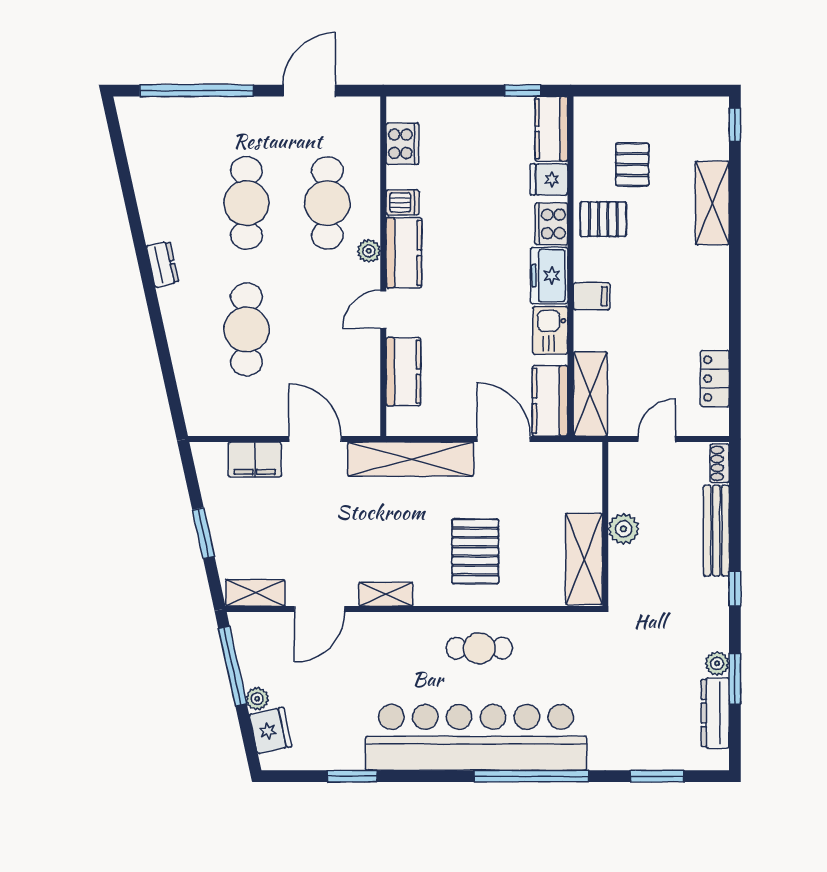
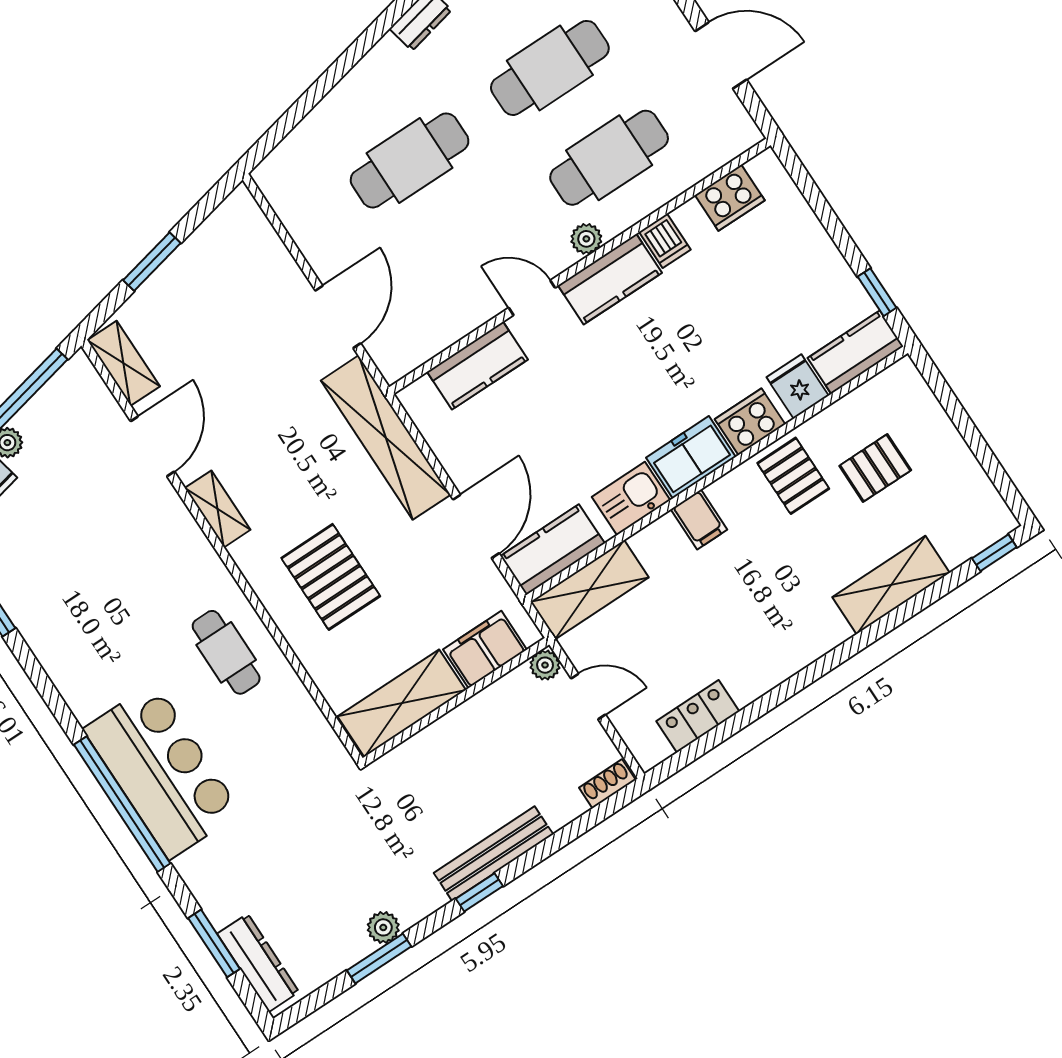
filing cabinet: (255, 460) -> (485, 650), moved, turned 90
plant: (624, 529) -> (545, 665), moved, width x0.73, depth x0.73
bench: (716, 531) -> (493, 854), moved
pallet: (475, 551) -> (331, 577), turned 90
door: (320, 609) -> (153, 446), swing flipped
dresser: (715, 713) -> (258, 963), moved, turned 90
bar counter: (476, 737) -> (162, 771), width x0.54

